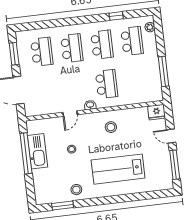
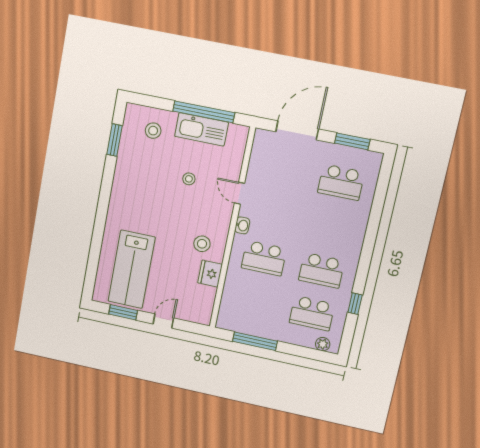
school desk: (72, 48) -> (331, 227), removed
fridge: (157, 112) -> (210, 274), moved
window: (175, 165) -> (123, 312), width x0.69
lab bench: (118, 169) -> (131, 269), moved, turned 180
stool: (76, 190) -> (153, 131), moved

